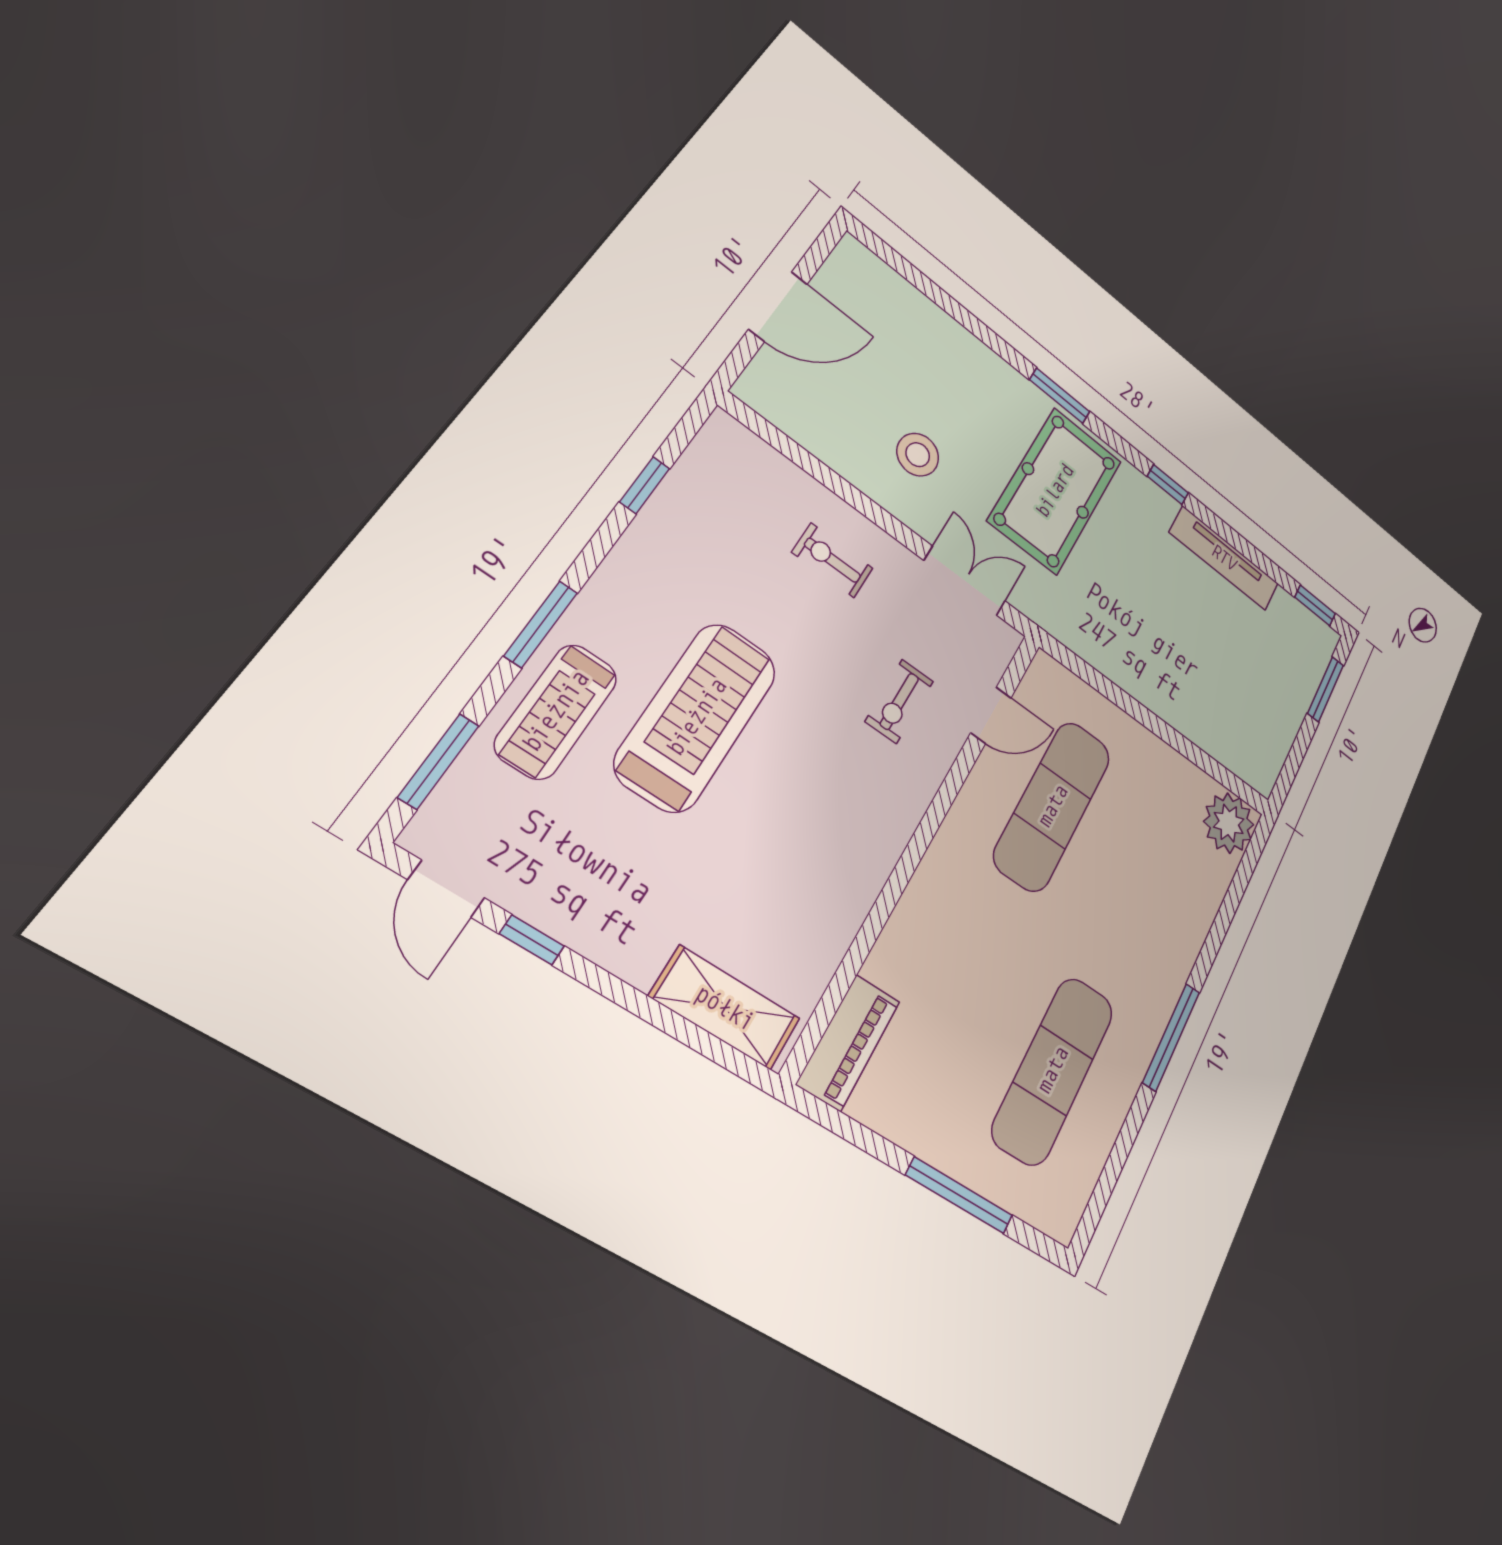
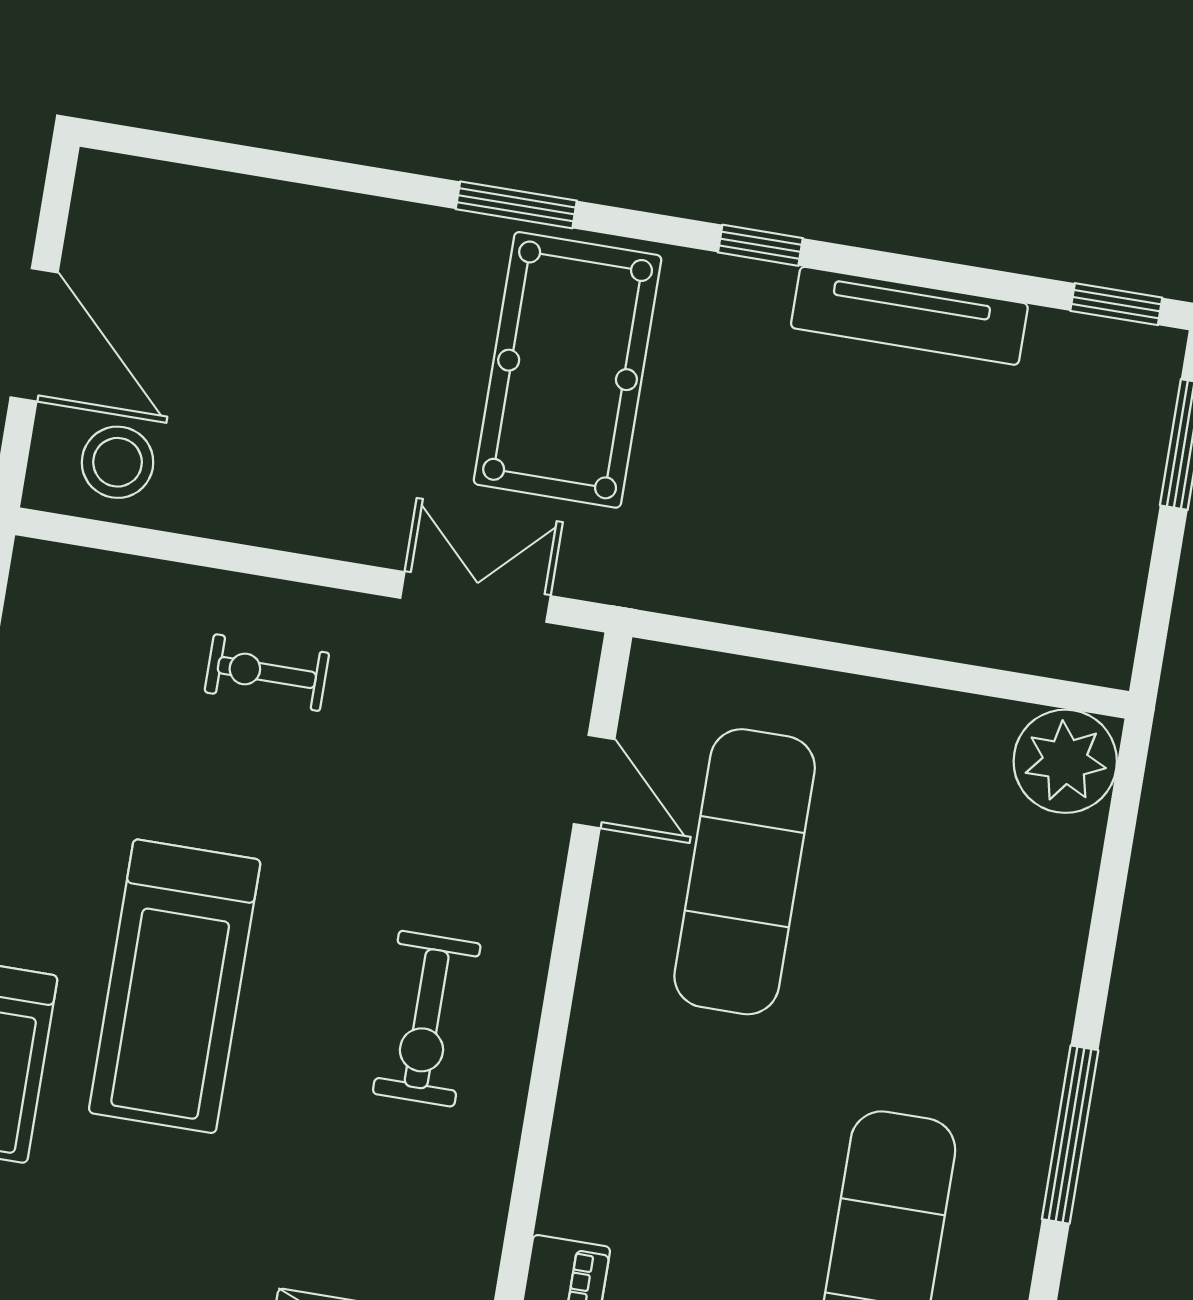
door: (778, 306) -> (34, 335), hinge flipped
stool: (918, 455) -> (118, 462), moved
exercise bike: (899, 701) -> (427, 1019), moved, width x1.38, depth x1.39
door: (991, 715) -> (594, 782), hinge flipped
treadmill: (697, 717) -> (175, 986), turned 180

